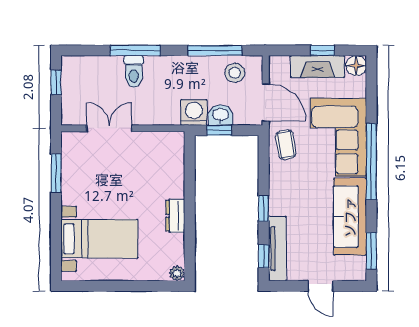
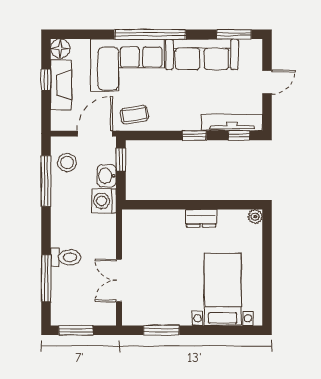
window: (135, 50) -> (46, 278), moved
window: (56, 82) -> (76, 330), width x1.50
window: (219, 130) -> (121, 160), moved

